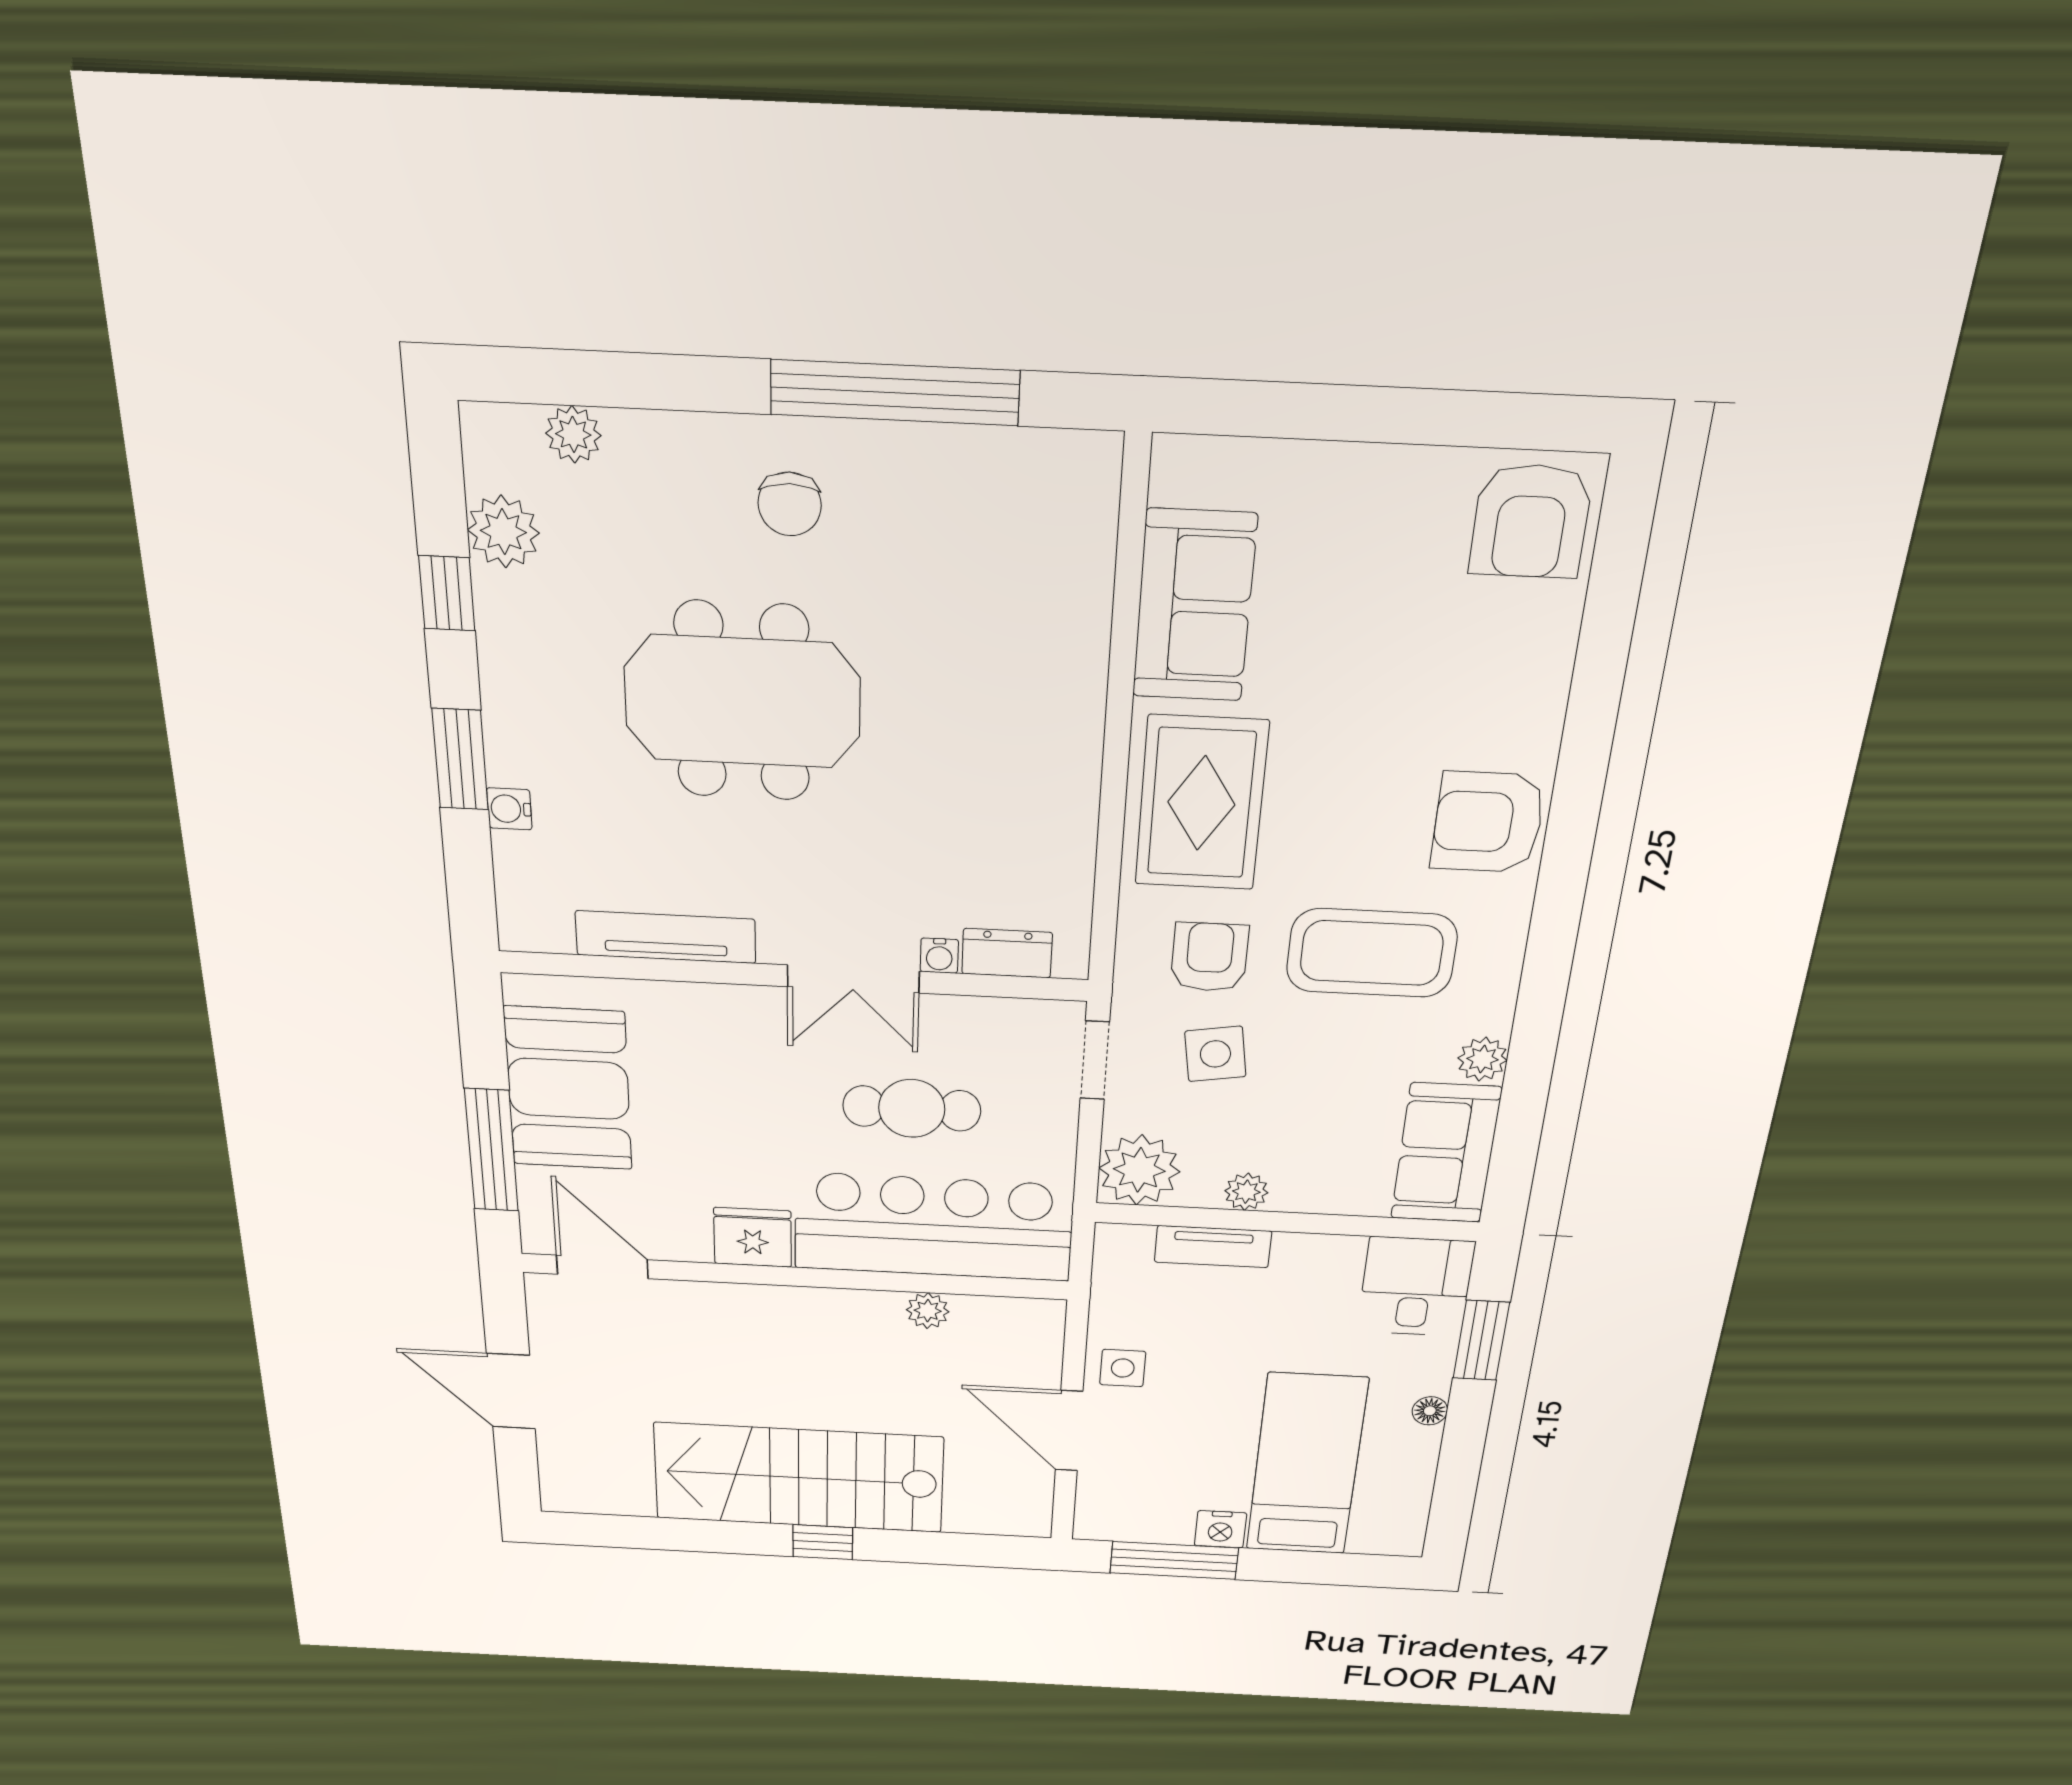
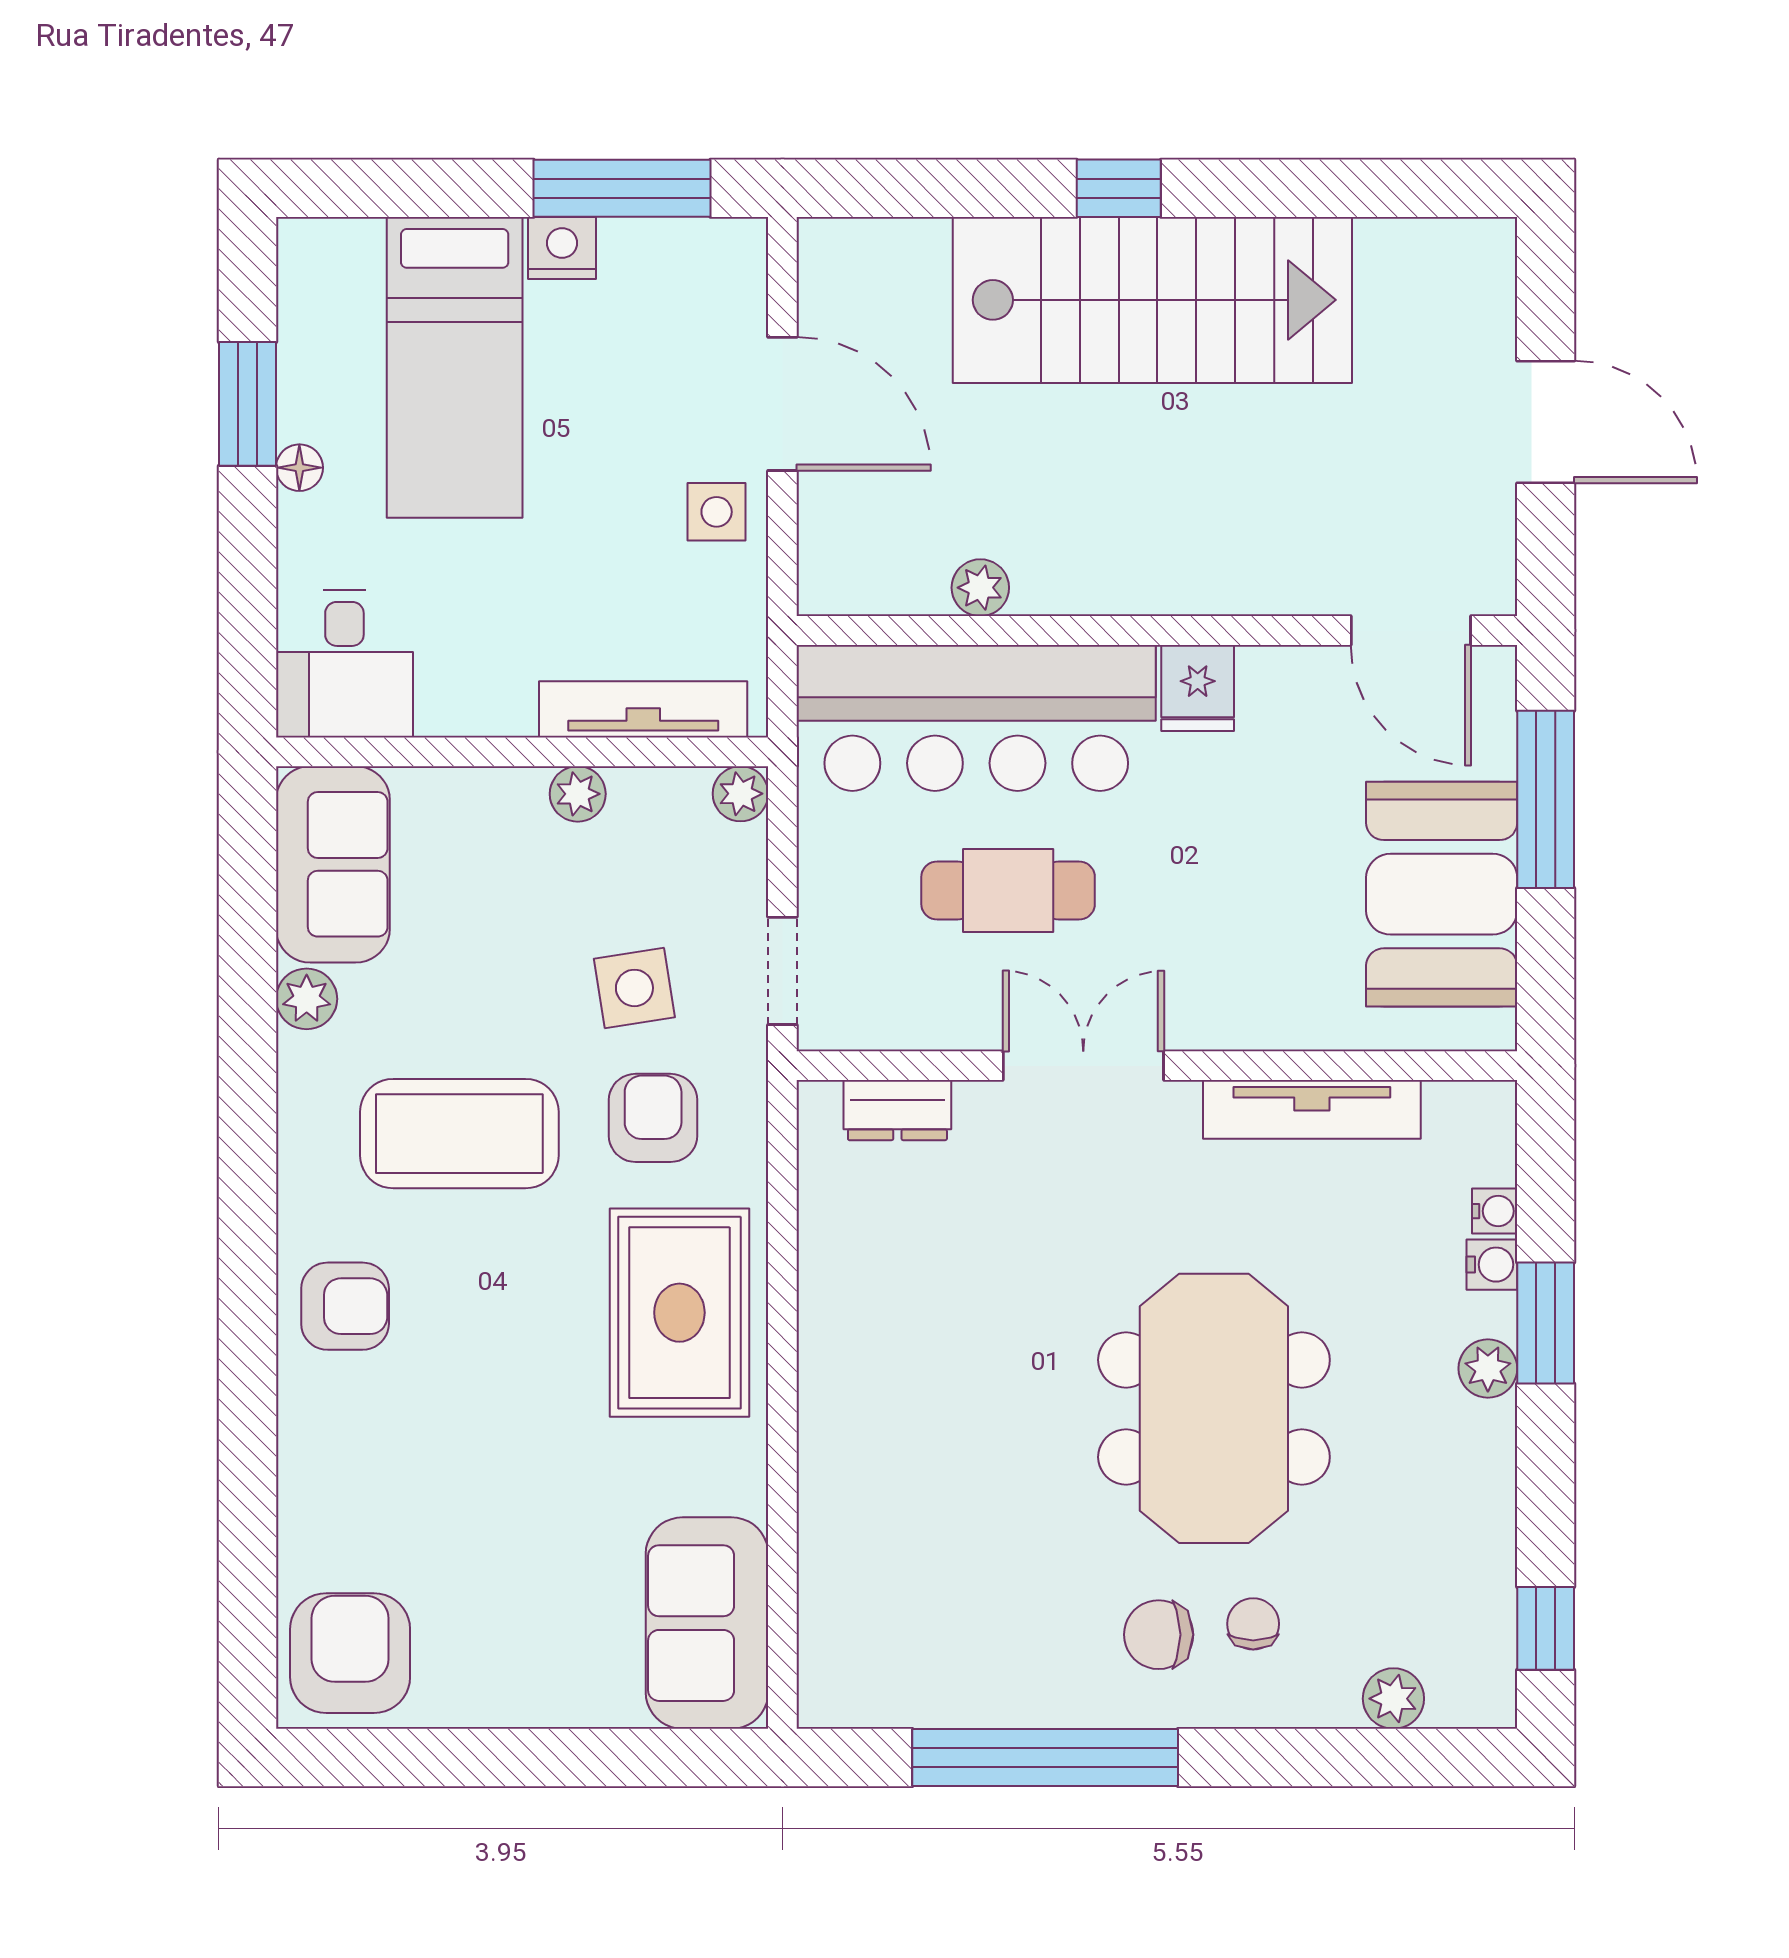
chair: (790, 504) -> (1159, 1635), turned -90
chair: (704, 510) -> (1253, 1624), added
plant: (503, 532) -> (1488, 1369), moved, width x0.73, depth x0.73
window: (447, 593) -> (1546, 1628), moved
sofa: (1194, 606) -> (707, 1623), moved
meeting table: (742, 702) -> (1214, 1408), turned 90
armchair: (1488, 822) -> (345, 1306), width x0.72, depth x0.72
water cooler: (939, 956) -> (1495, 1211), moved, turned 90
armchair: (1209, 957) -> (653, 1118), turned 180
plant: (1139, 1170) -> (741, 794), width x0.53, depth x0.53
fridge: (753, 1237) -> (1198, 688), width x0.72
tv unit: (1213, 1247) -> (643, 709), width x1.41
window: (1481, 1340) -> (248, 404), moved

